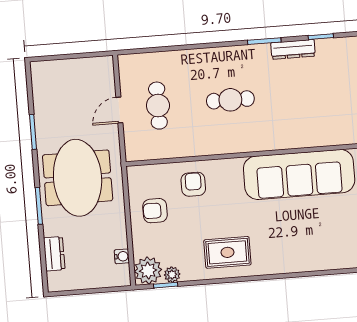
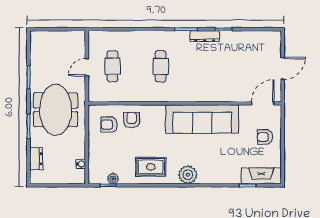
cafe table: (230, 100) -> (161, 66), turned 90
armchair: (155, 211) -> (109, 125), moved
plant: (148, 271) -> (188, 175), moved

